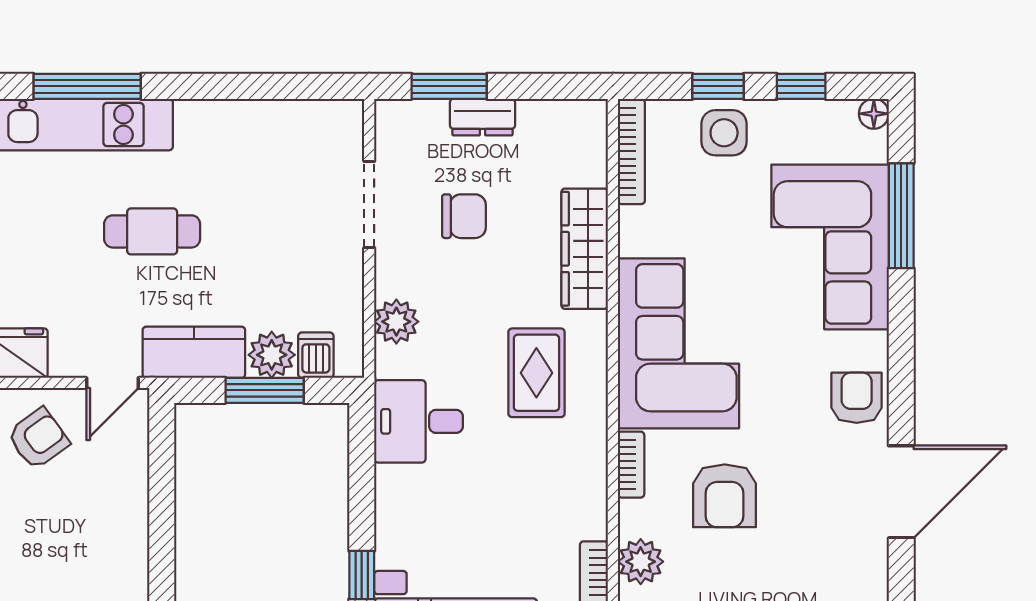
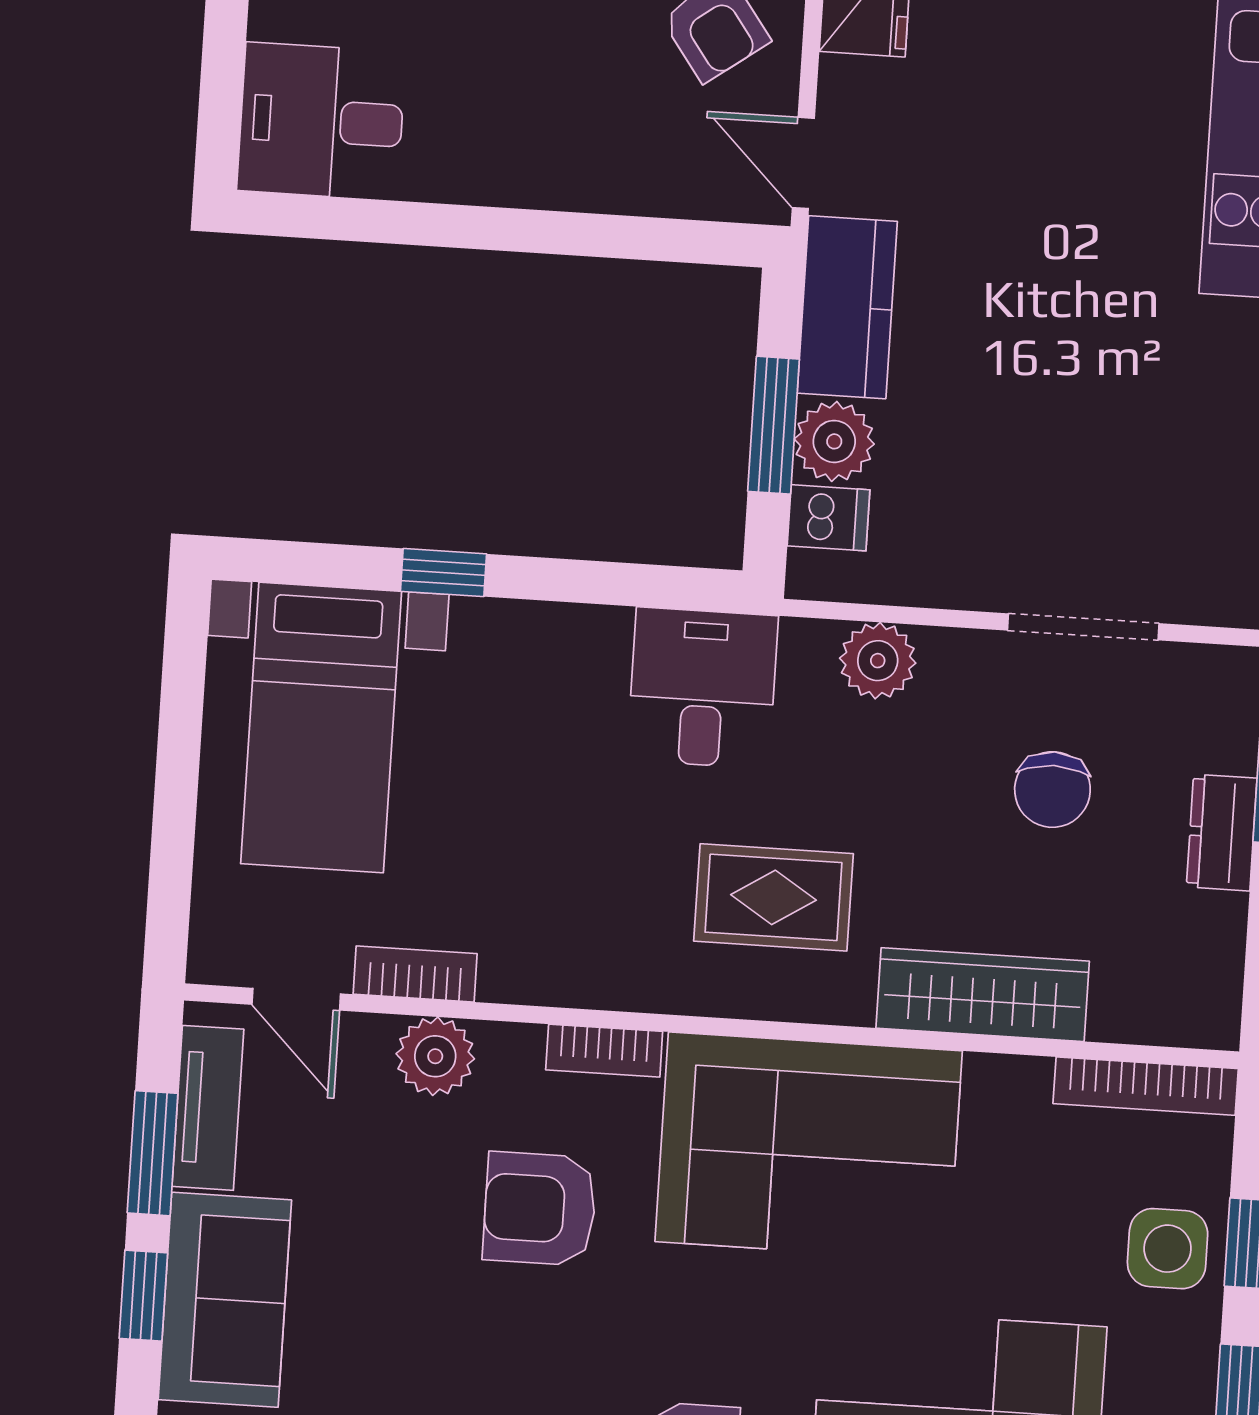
cafe table: (152, 231) -> (1061, 248), removed

